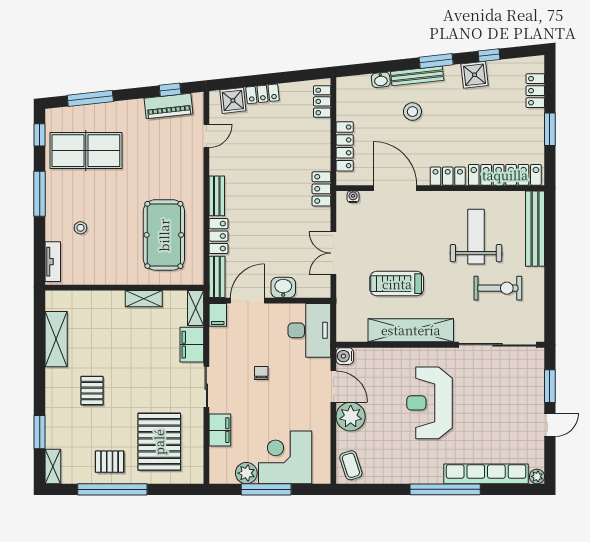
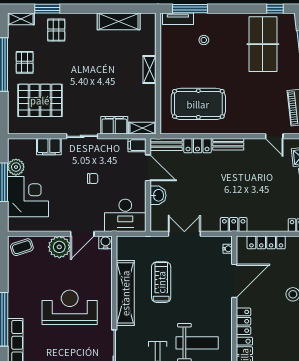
window: (40, 194) -> (190, 9), moved
shelving: (144, 299) -> (150, 70), moved
pallet: (92, 391) -> (56, 30), moved, turned 90

